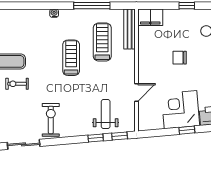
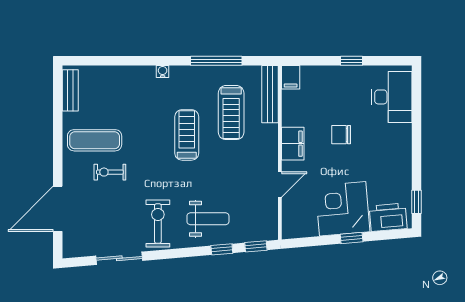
filing cabinet: (150, 17) -> (291, 77), width x0.50
treadmill: (102, 42) -> (231, 113), turned 180
filing cabinet: (146, 64) -> (293, 144), added
weight bench: (106, 114) -> (208, 219), moved, turned 90

